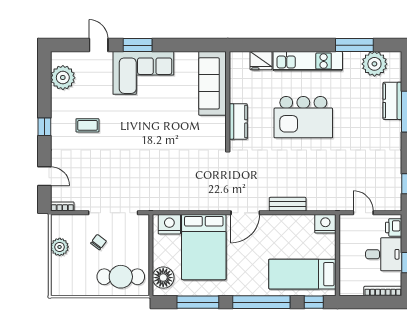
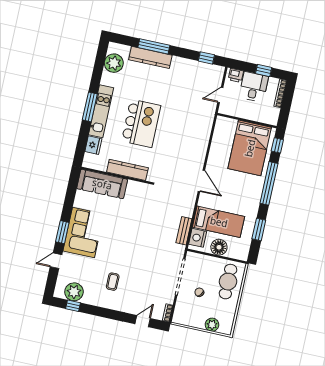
window: (354, 45) -> (90, 107), moved
kitchen counter: (392, 101) -> (150, 57), width x1.50
kitchen counter: (238, 121) -> (127, 170), width x1.50
window: (44, 127) -> (73, 306), moved
bench: (288, 204) -> (184, 231), moved
nightstand: (325, 224) -> (222, 124), removed
plant: (60, 247) -> (212, 325), moved
bed: (204, 247) -> (219, 222), width x0.67
bed: (302, 274) -> (250, 148), width x1.50
floor lamp: (163, 278) -> (219, 247), moved
window: (198, 302) -> (259, 230), width x0.69

